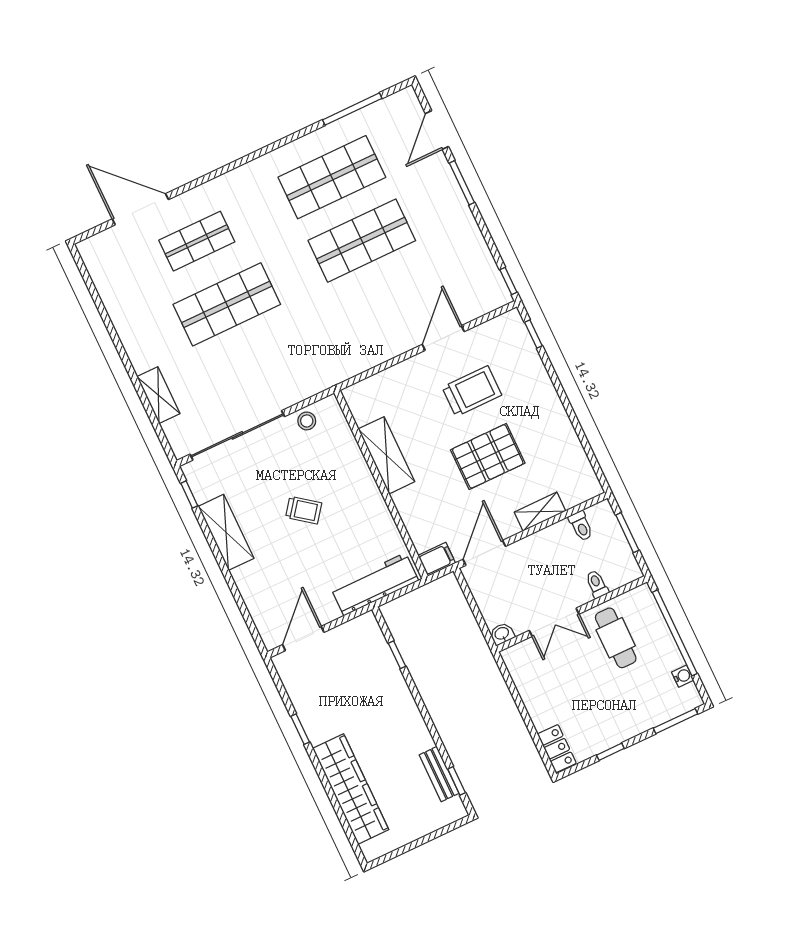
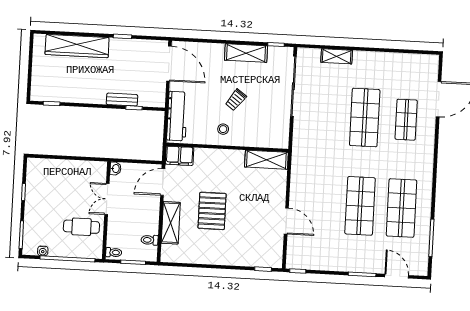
trolley: (472, 391) -> (251, 221), removed
stool: (307, 421) -> (223, 129), moved
shelving: (386, 455) -> (266, 160), moved
shelving: (540, 512) -> (171, 223), width x1.50, depth x1.33
door: (484, 553) -> (163, 182), swing flipped
filing cabinet: (437, 559) -> (180, 156), width x2.00
toilet: (597, 584) -> (114, 252), moved
door: (303, 638) -> (169, 64), width x1.36
locker: (557, 749) -> (40, 165), removed
bench: (439, 774) -> (122, 100), moved

